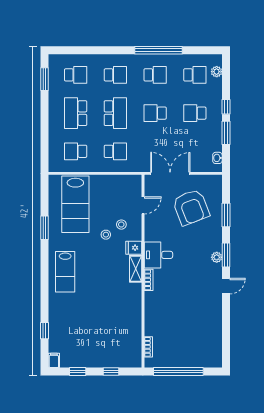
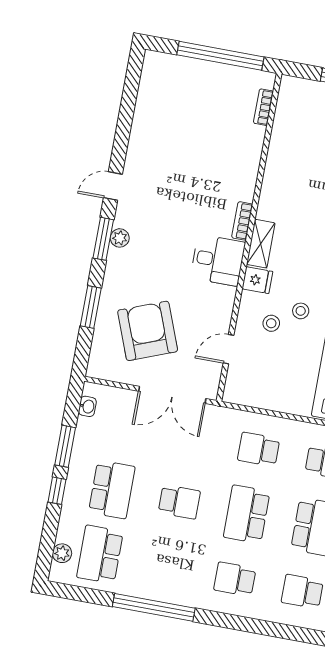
school desk: (155, 75) -> (167, 567), removed
school desk: (195, 75) -> (100, 554), width x1.85
school desk: (195, 113) -> (112, 489), width x1.85

